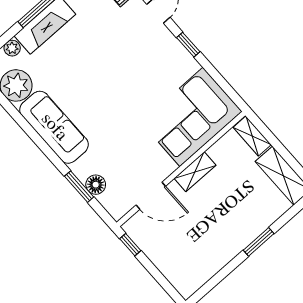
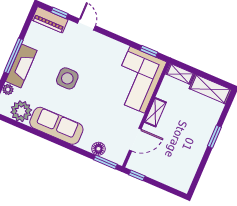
window: (188, 45) -> (149, 51), moved
side table: (99, 71) -> (67, 78), added
window: (79, 187) -> (105, 162), moved

